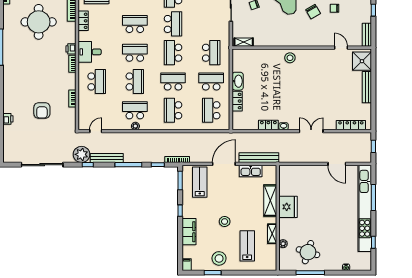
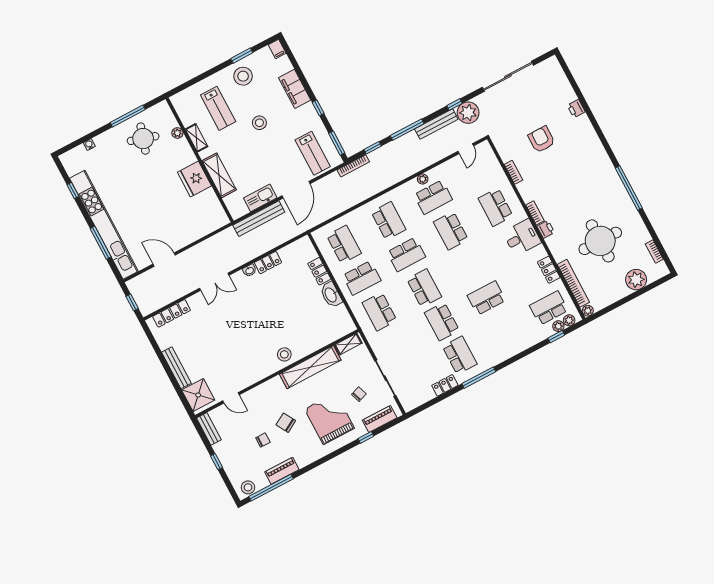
school desk: (135, 24) -> (486, 298), turned 180
shelving: (277, 40) -> (310, 367), added
school desk: (135, 53) -> (469, 264), removed

